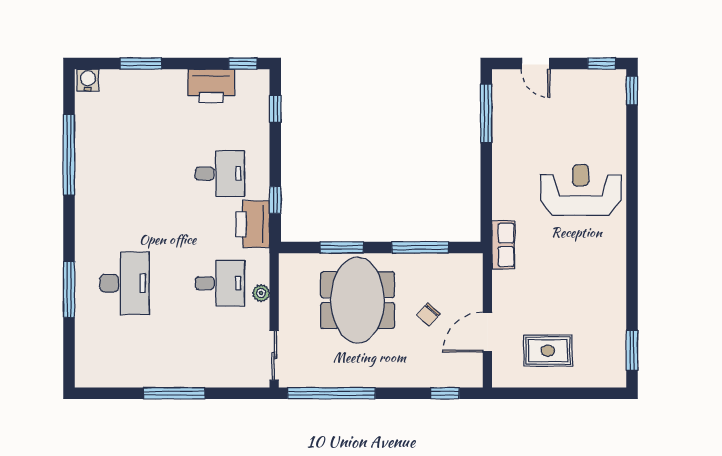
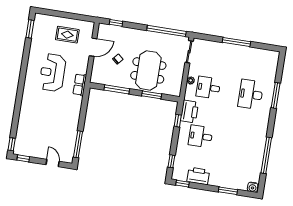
reception desk: (581, 190) -> (53, 73), moved, turned 90

